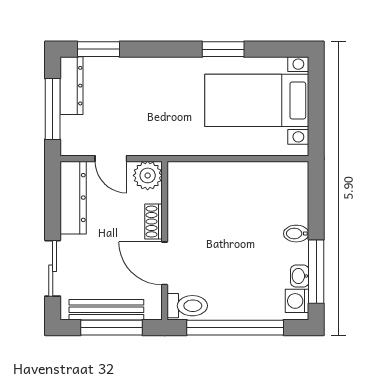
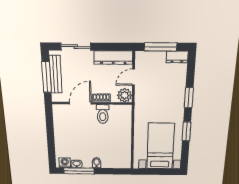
window: (99, 49) -> (189, 98), moved
dresser: (71, 86) -> (177, 57), width x0.70
toilet: (187, 306) -> (103, 114), moved
window: (235, 328) -> (50, 136), removed

